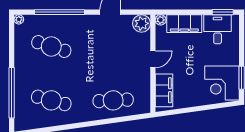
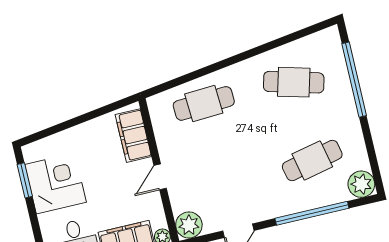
plant: (19, 19) -> (361, 184), width x1.88, depth x1.88
cafe table: (51, 47) -> (312, 160), turned -30
corner desk: (222, 83) -> (56, 183), moved

